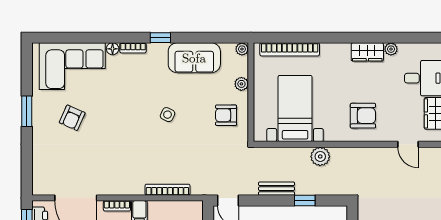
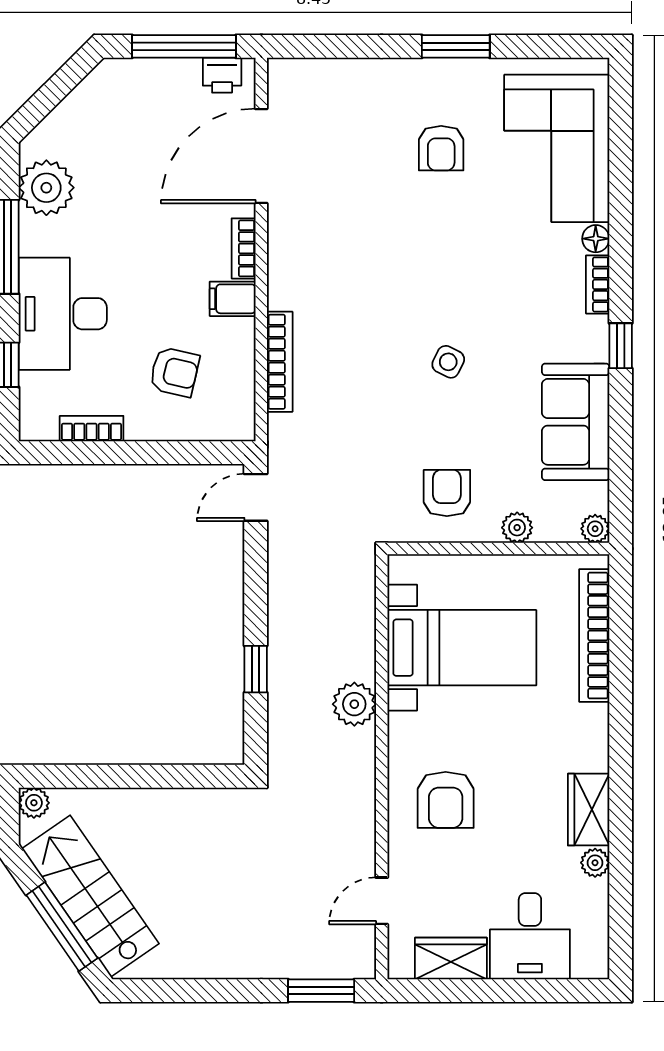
armchair: (72, 118) -> (441, 148), turned -114
bench: (277, 189) -> (282, 606), removed

